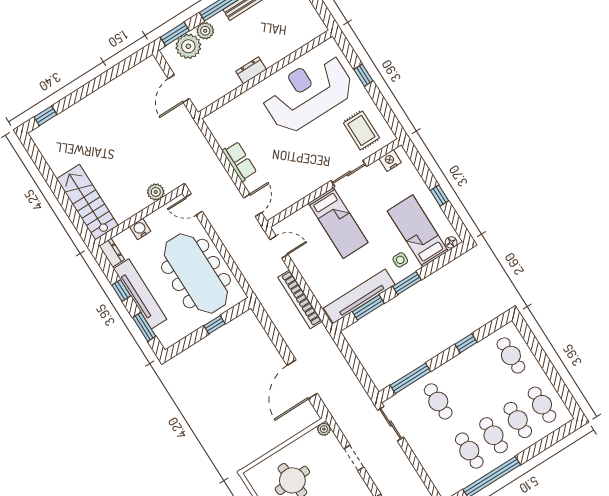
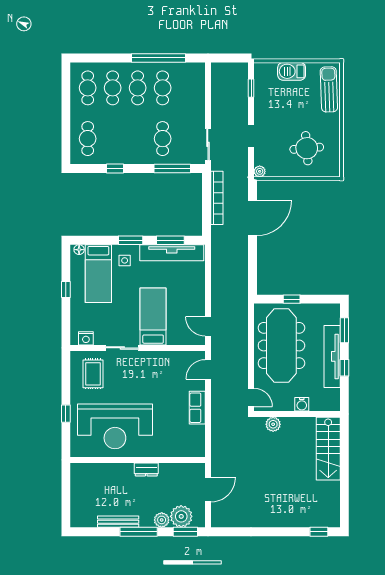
dresser: (112, 253) -> (334, 400), removed
bookcase: (300, 299) -> (217, 198), moved

